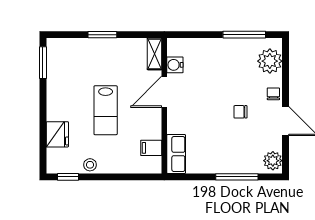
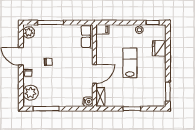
water cooler: (175, 65) -> (88, 102), moved
filing cabinet: (151, 148) -> (102, 29), moved

